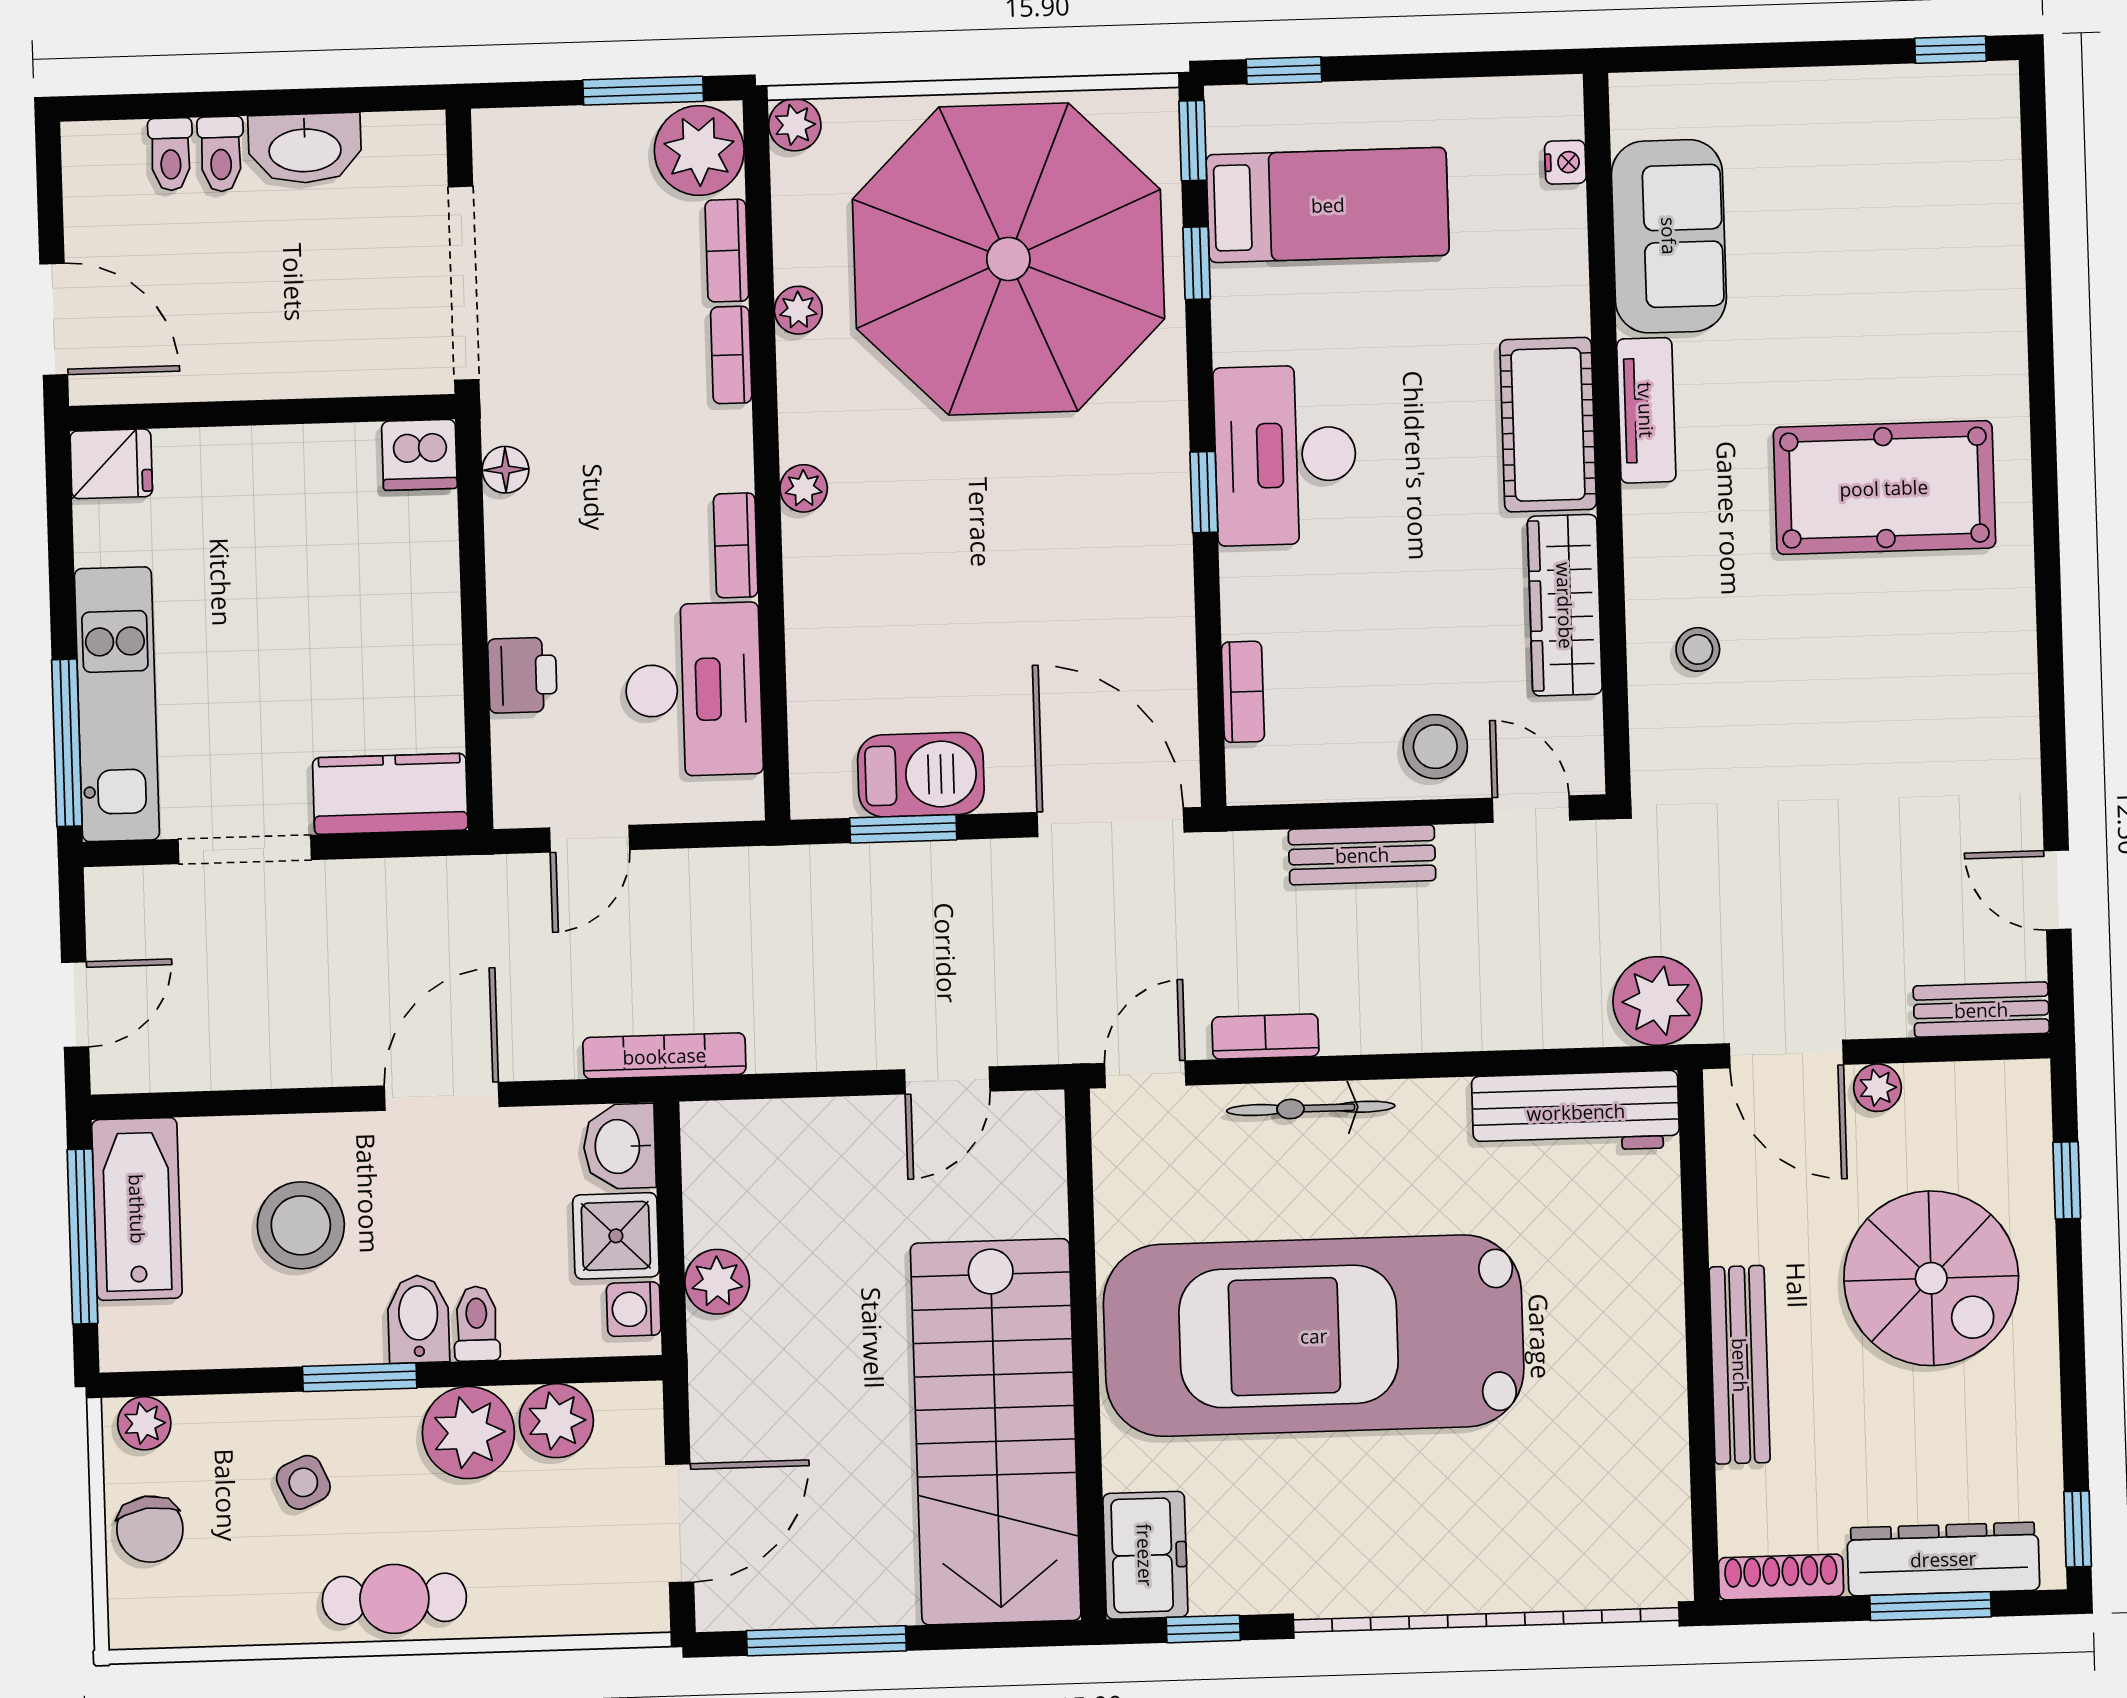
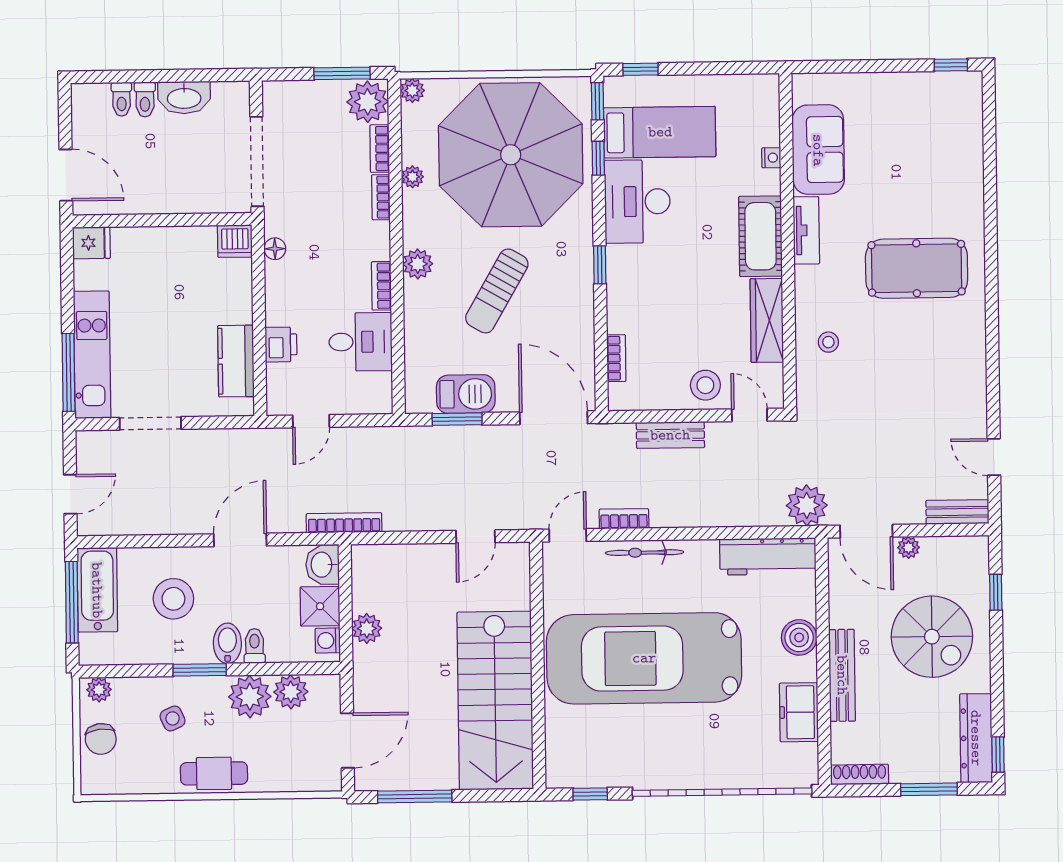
nightstand: (1565, 162) -> (771, 158), moved
desk: (1285, 455) -> (637, 202), moved
plant: (804, 488) -> (418, 264), width x1.38, depth x1.38
sun lounger: (984, 552) -> (497, 291), added
desk: (694, 690) -> (360, 342), width x0.73
kitchen counter: (390, 794) -> (236, 361), moved, turned -90
boiler: (1646, 1285) -> (799, 637), added
freezer: (1145, 1555) -> (799, 712), moved, turned 180
dresser: (1943, 1559) -> (976, 738), moved, turned -90

